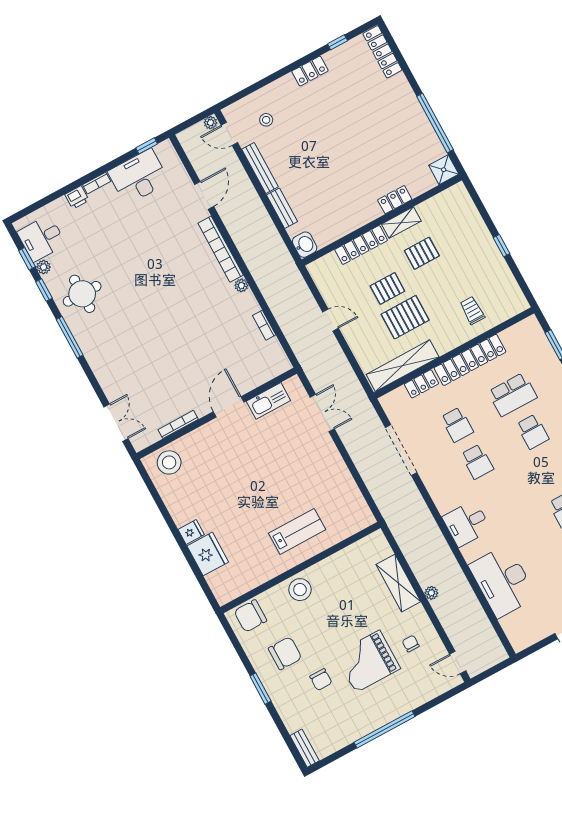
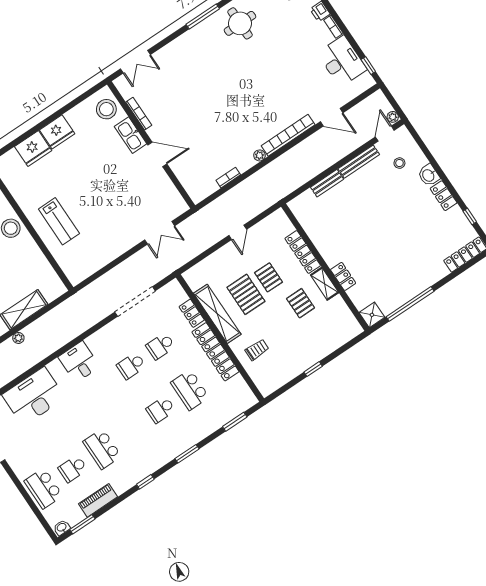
washbasin: (305, 245) -> (429, 175), moved, turned 90
shelving: (403, 366) -> (217, 314), moved
kitchen sink: (268, 401) -> (131, 135), moved
fridge: (191, 532) -> (57, 132), width x1.88, depth x1.34

